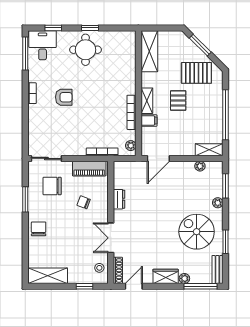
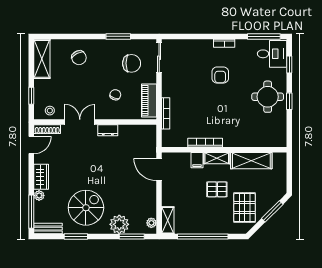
shelving: (149, 51) -> (251, 161), moved
plant: (131, 146) -> (172, 142), removed
plant: (200, 166) -> (151, 223), moved
chair: (52, 186) -> (132, 63), turned 90
dresser: (119, 199) -> (108, 130), moved
plant: (218, 203) -> (119, 224), width x1.88, depth x1.88
chair: (39, 229) -> (79, 58), moved, turned 63
door: (134, 286) -> (31, 145), hinge flipped

